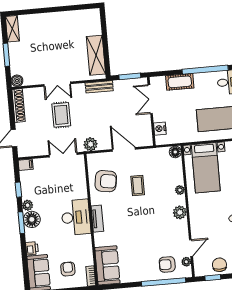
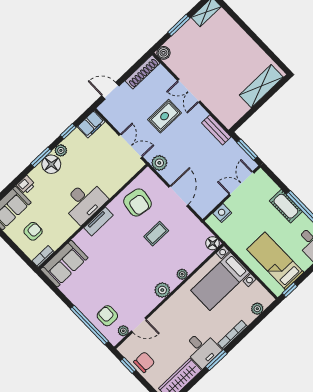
shelving: (96, 55) -> (261, 86), moved
cot: (180, 82) -> (286, 206), moved
filing cabinet: (26, 165) -> (91, 124), width x2.00

